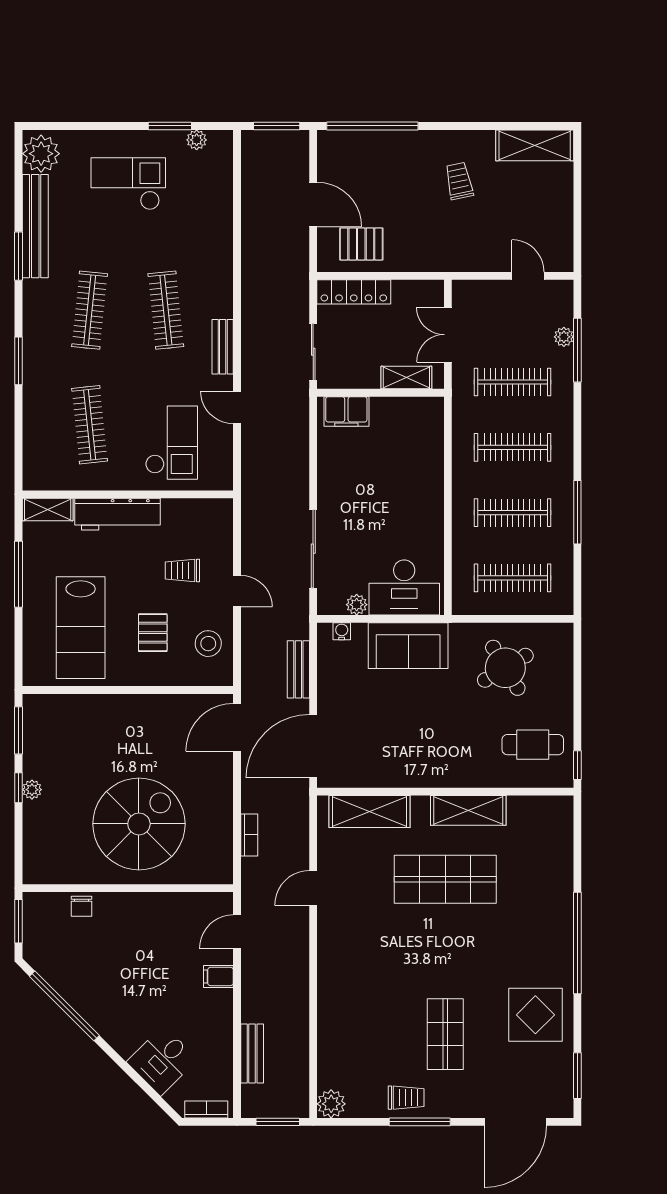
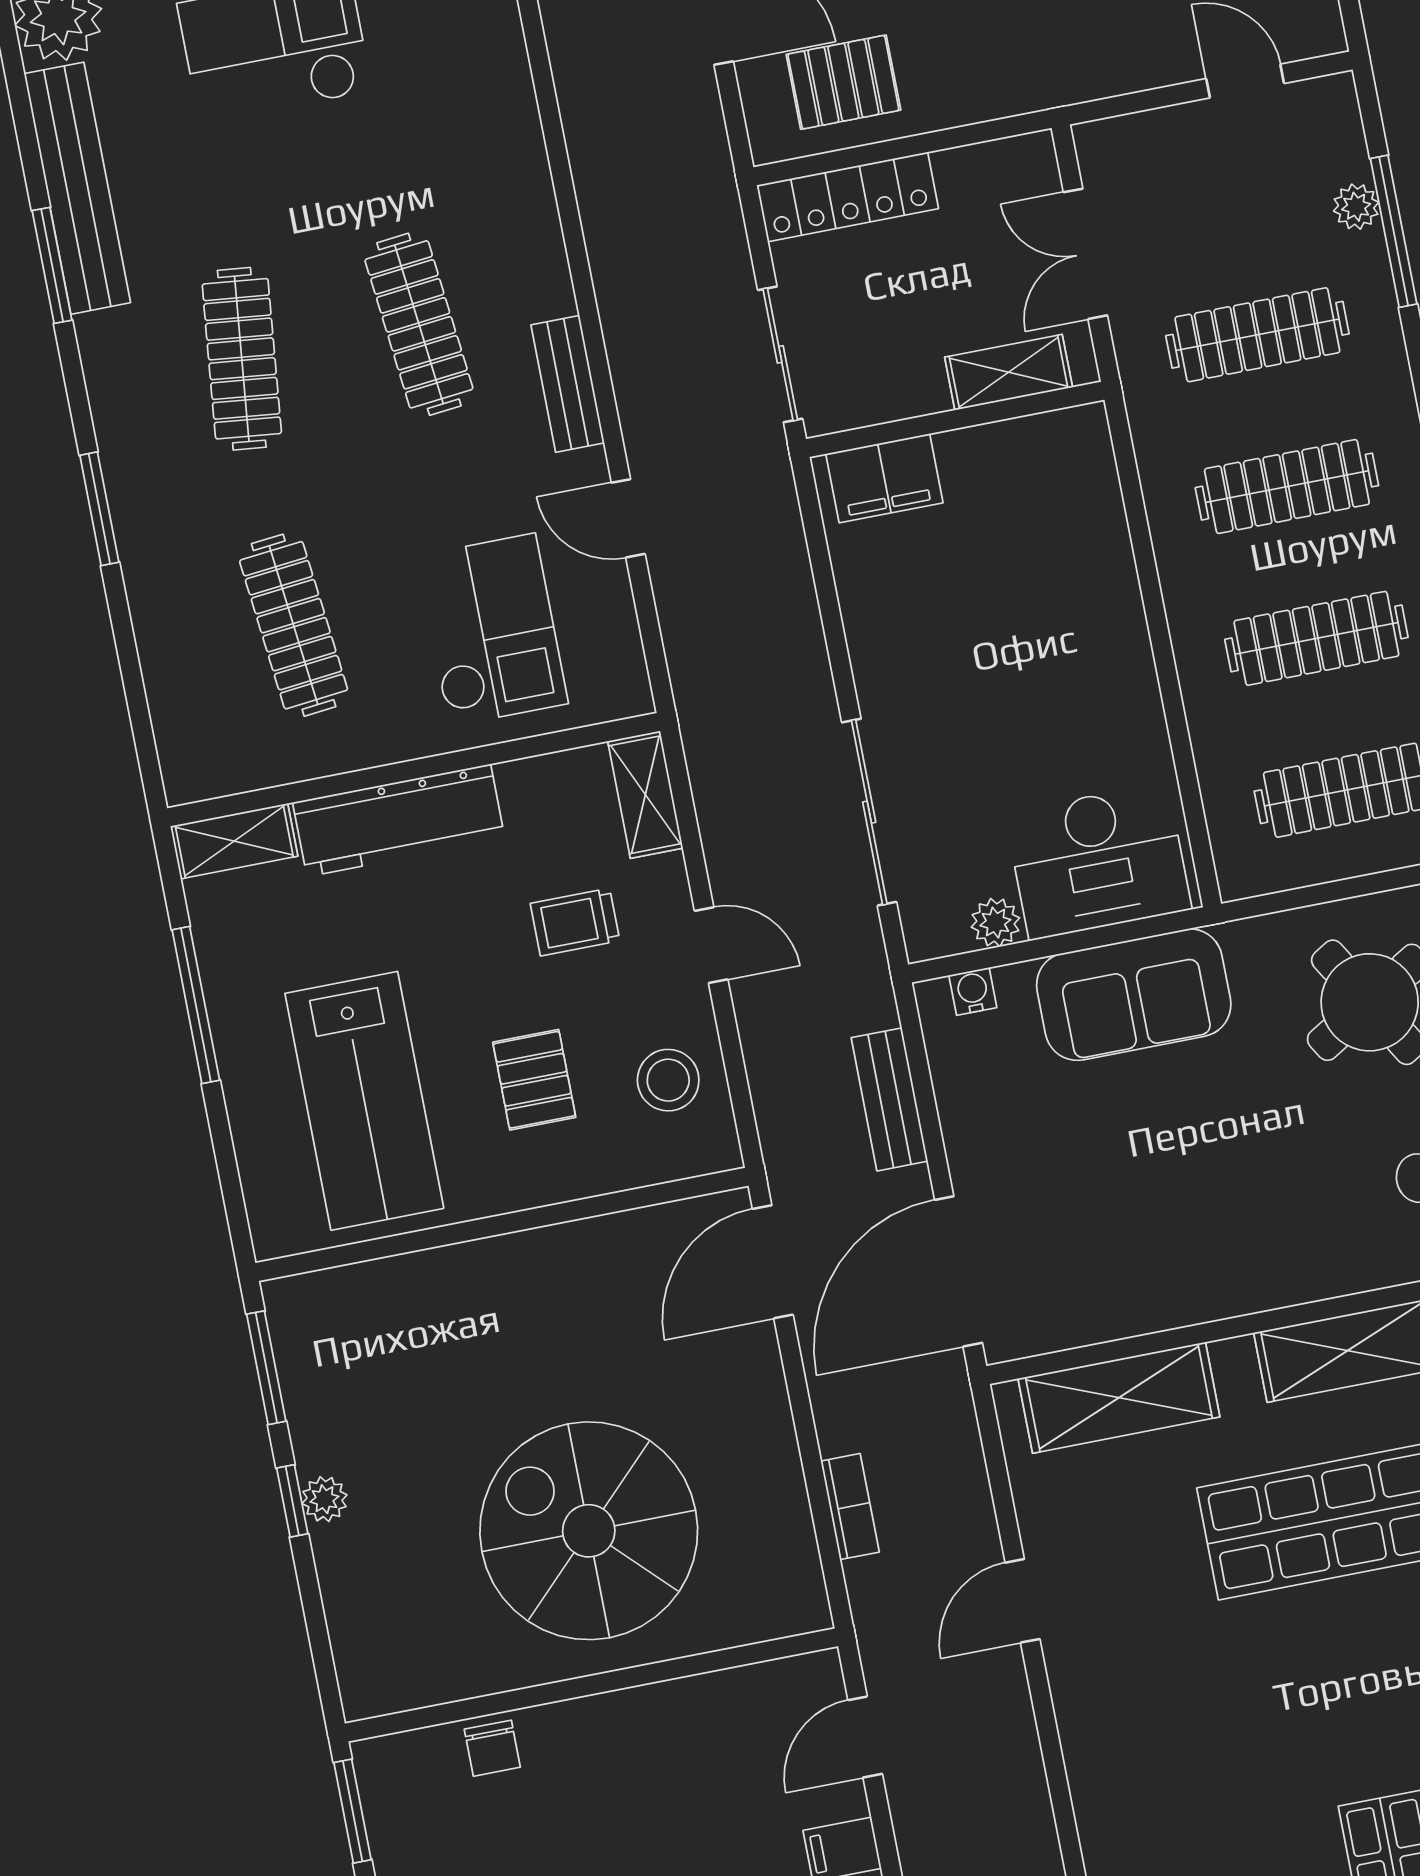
shelving: (222, 523) -> (645, 795), added
spiral stairs: (139, 824) -> (589, 1531), turned -90

